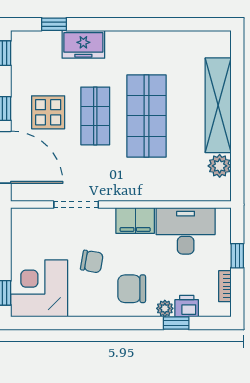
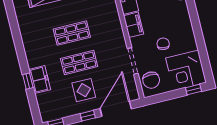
window: (54, 24) -> (28, 81), moved
shop shelf: (146, 116) -> (72, 33), width x0.70, depth x0.74
chair: (132, 289) -> (151, 80), moved

